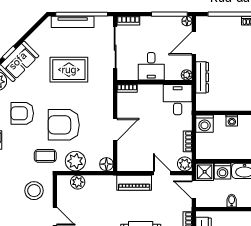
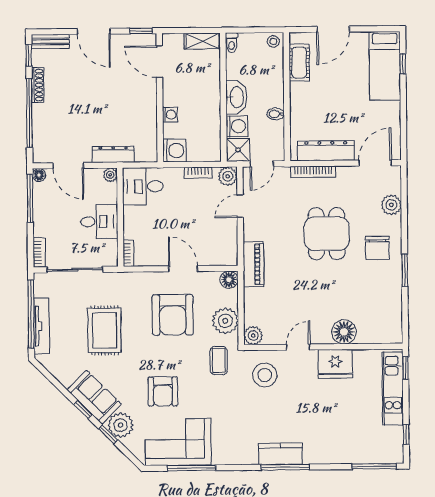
armchair: (64, 125) -> (173, 315), moved
plant: (78, 182) -> (253, 336), moved
piano: (134, 183) -> (253, 264), moved

